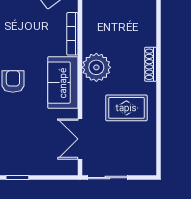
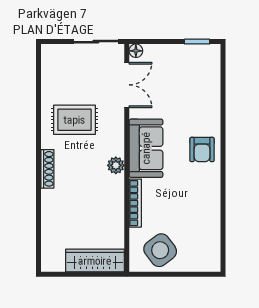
plant: (96, 67) -> (116, 165), width x0.53, depth x0.53
floor lamp: (72, 169) -> (136, 51), added

